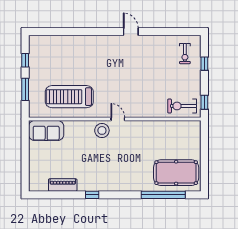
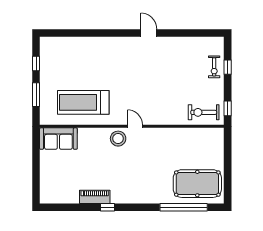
exercise bike: (185, 54) -> (214, 67), moved
piano: (63, 185) -> (95, 197), moved

